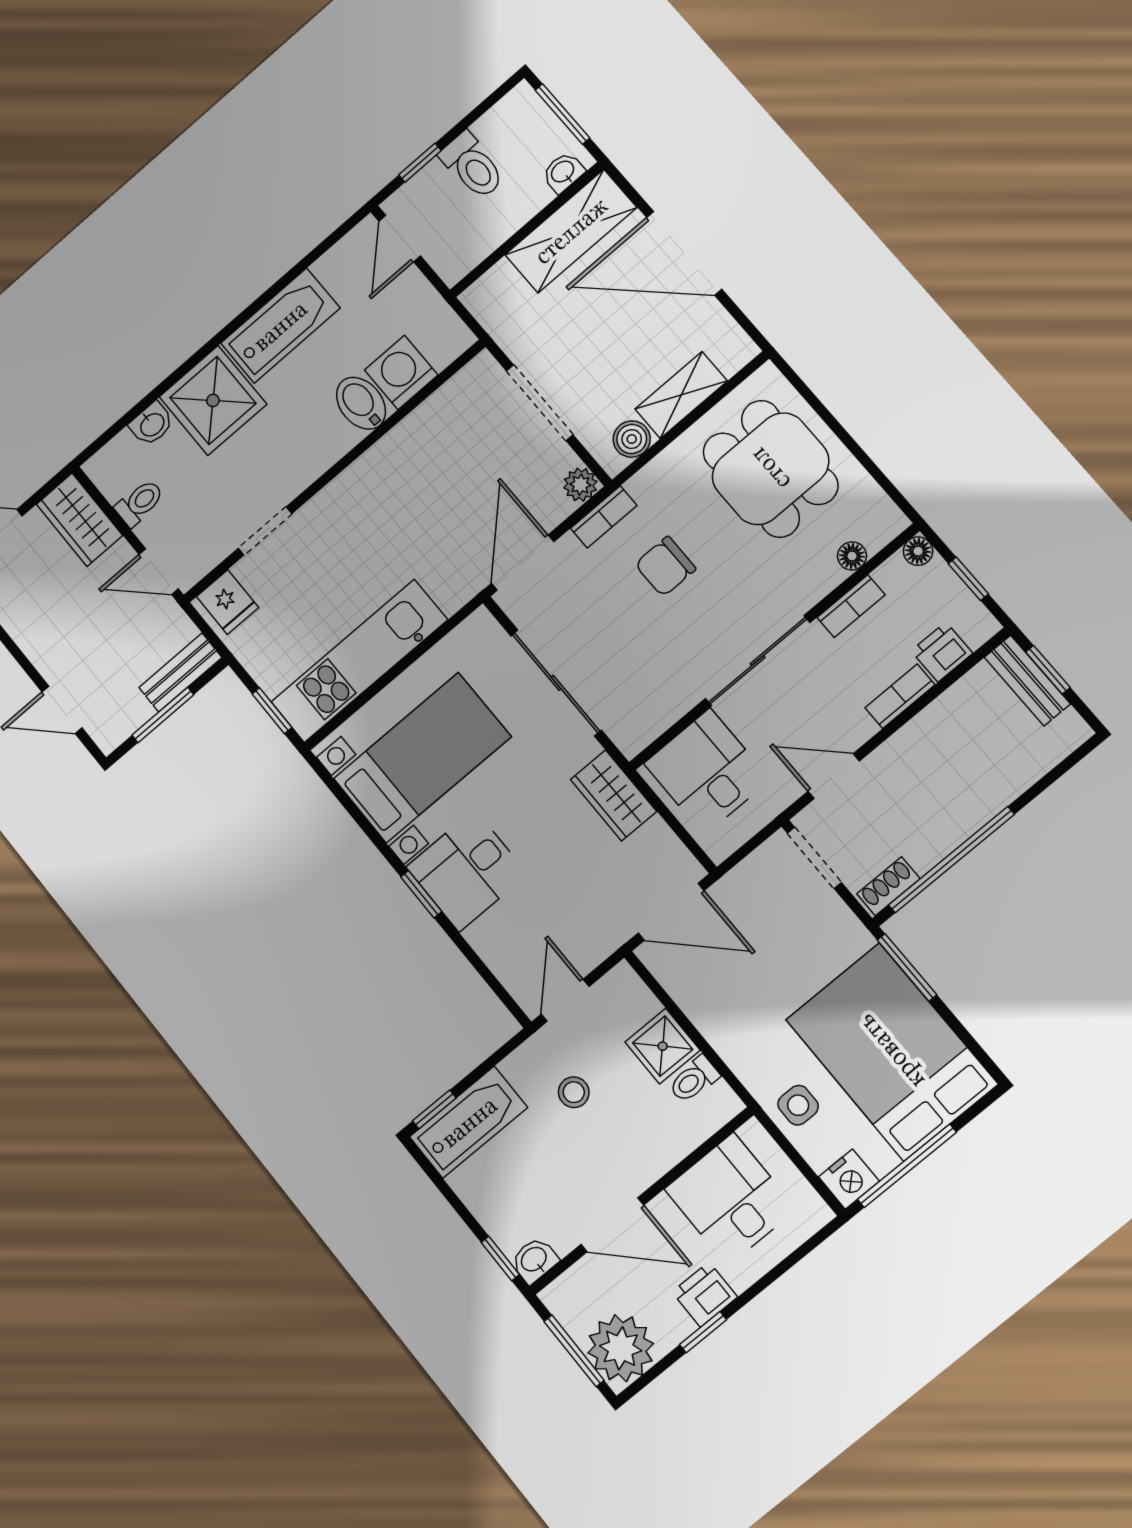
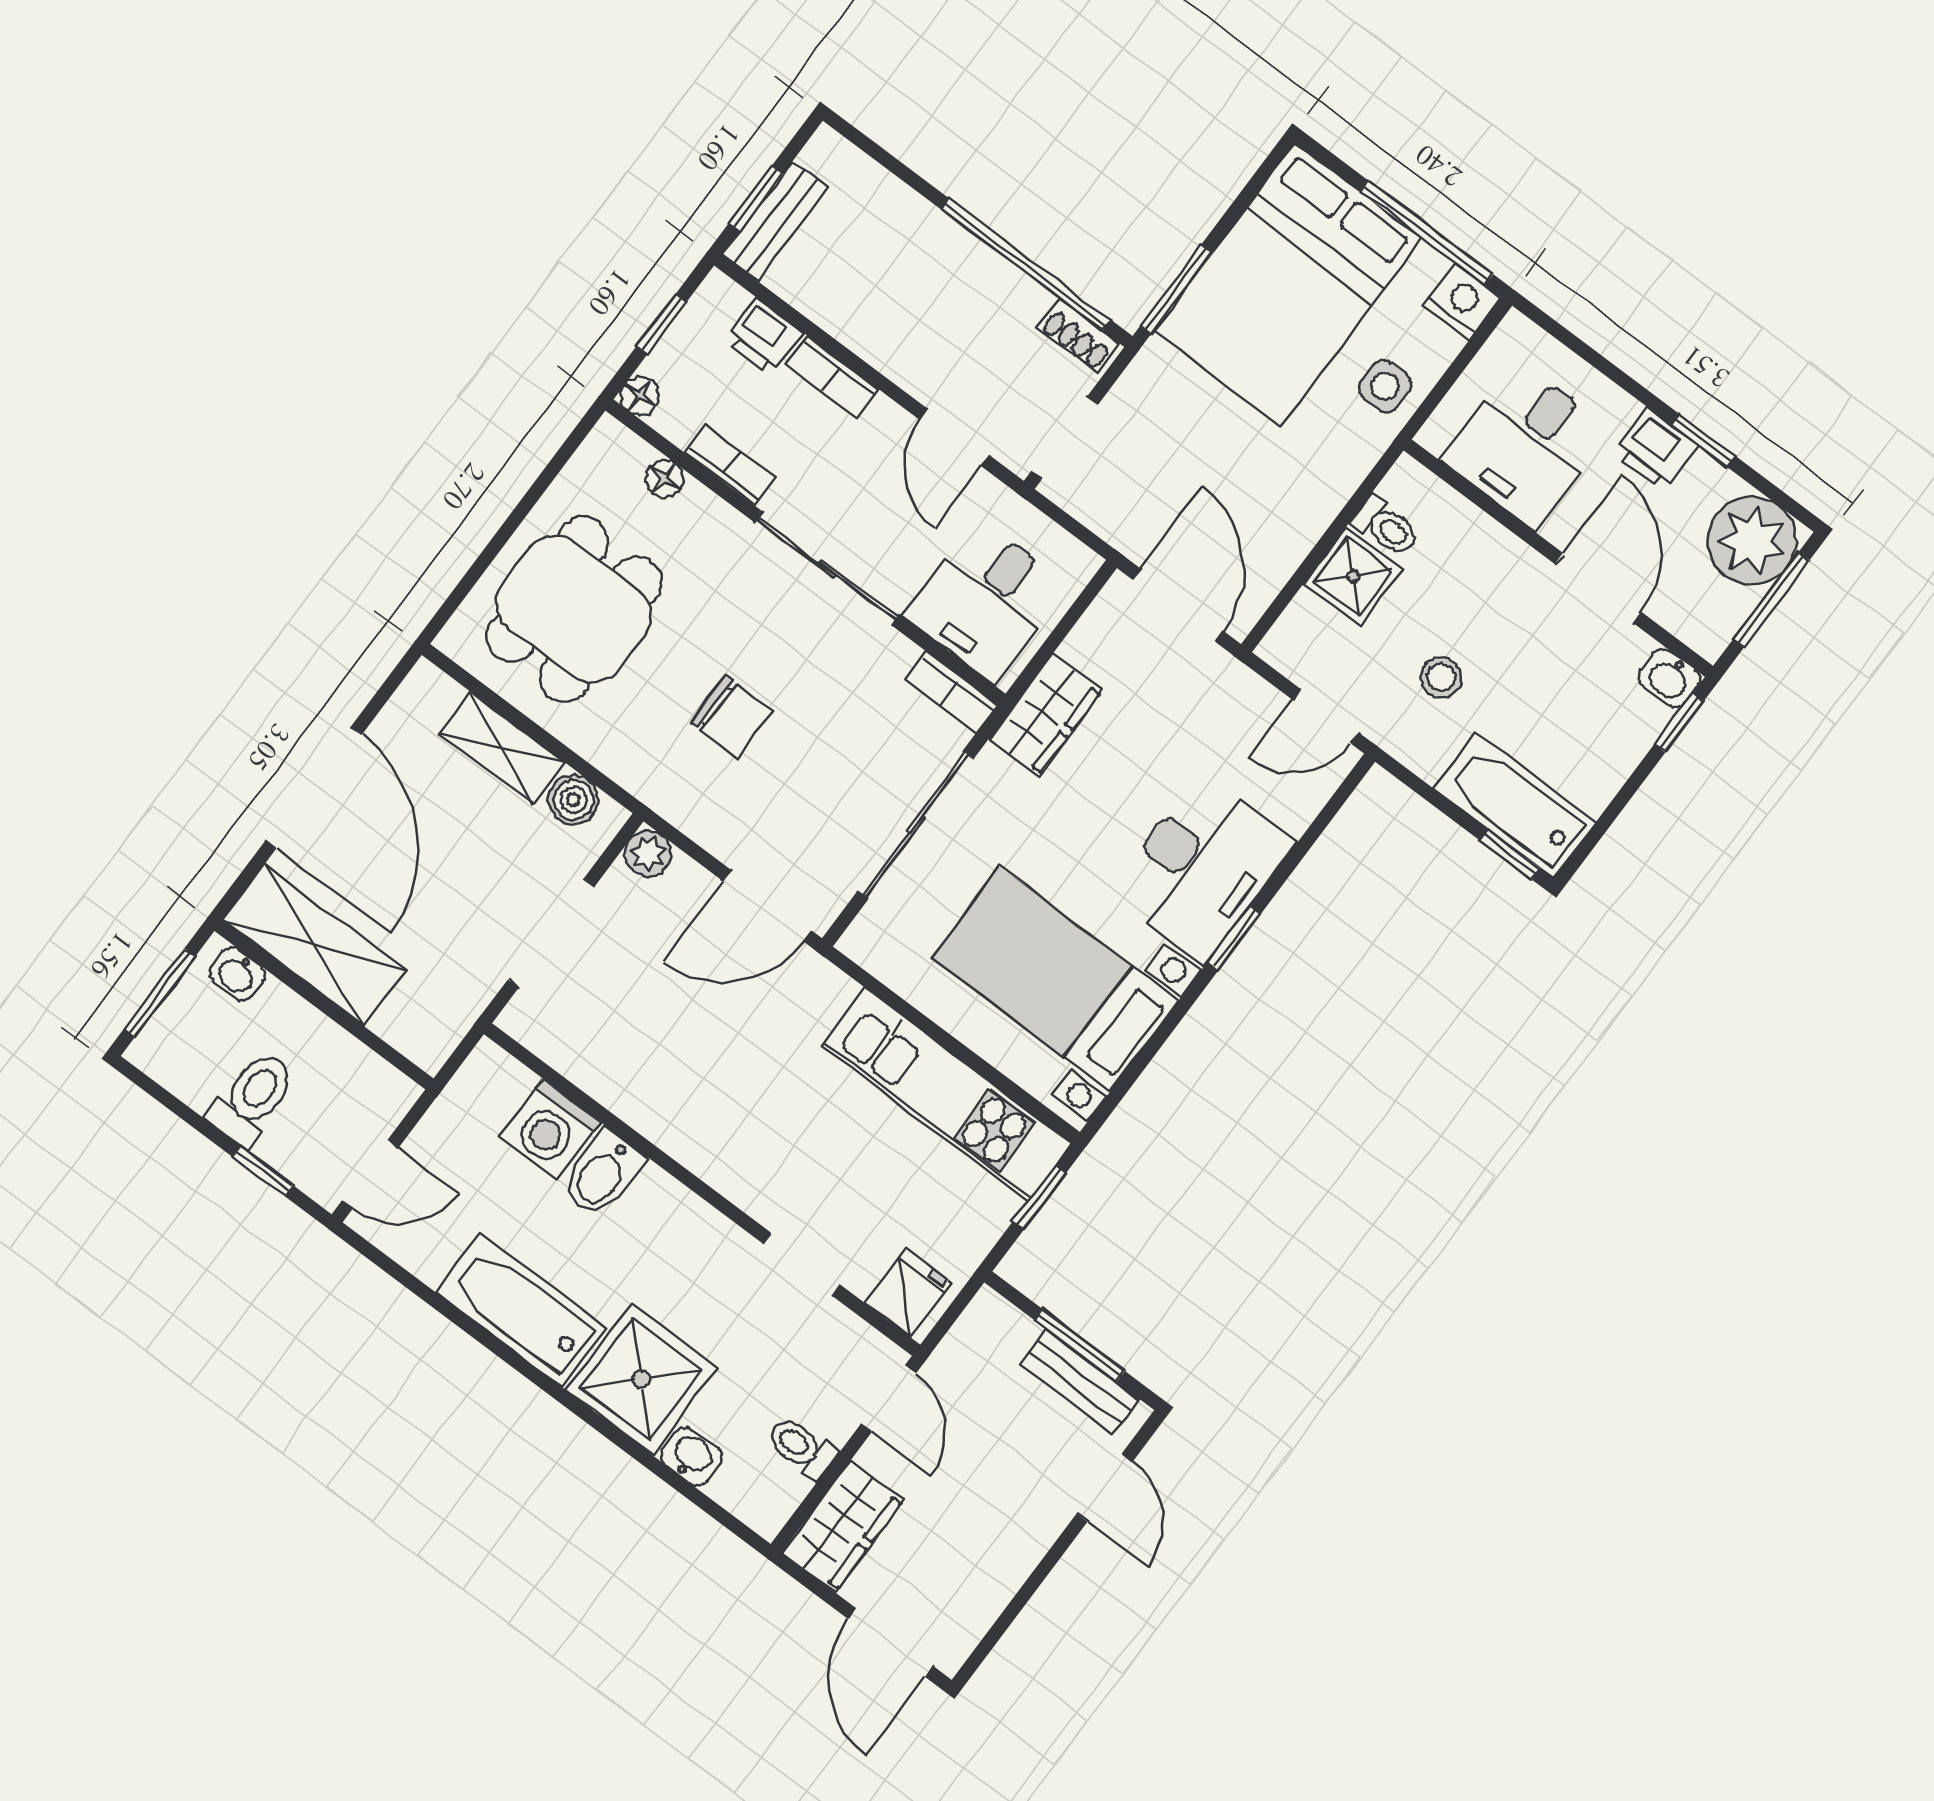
bookcase: (604, 517) -> (952, 692), moved, turned 180
bench: (180, 673) -> (1079, 1381), moved
desk: (467, 871) -> (1202, 868), width x1.37

